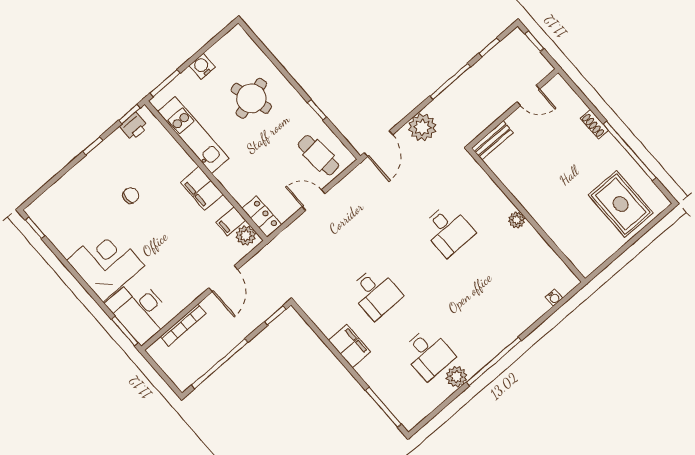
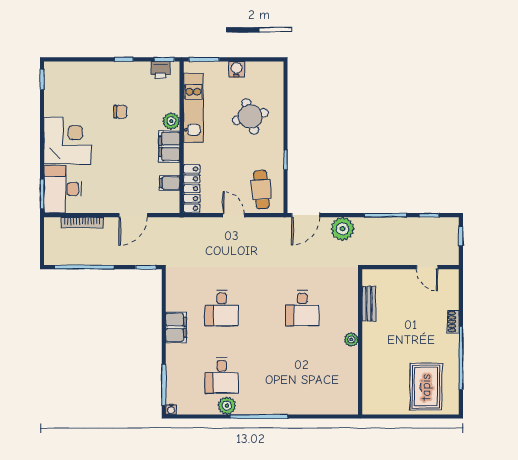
bench: (492, 140) -> (369, 304), moved, turned 90
locker: (262, 217) -> (192, 189), width x1.53
plant: (246, 236) -> (171, 121), moved
water cooler: (554, 298) -> (171, 409), moved

